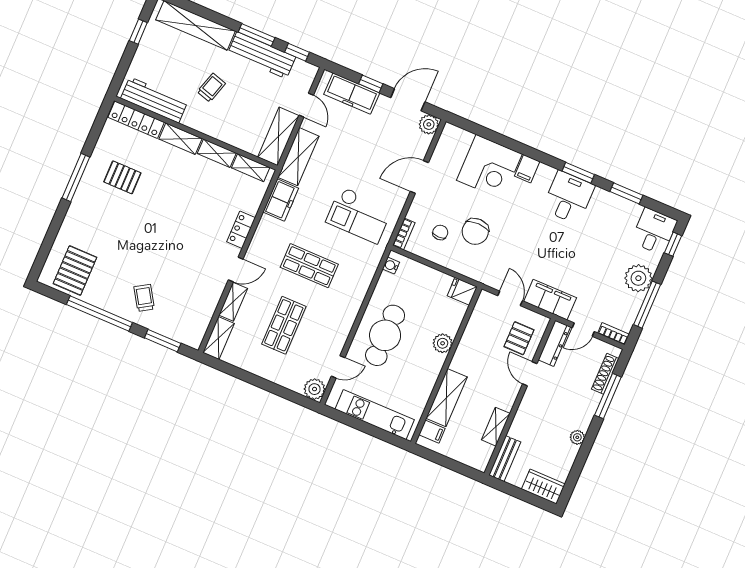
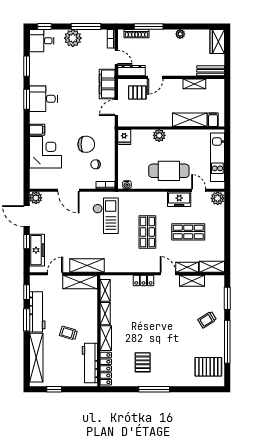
freezer: (281, 200) -> (179, 199), moved, turned 180
shelving: (210, 300) -> (192, 281), added

